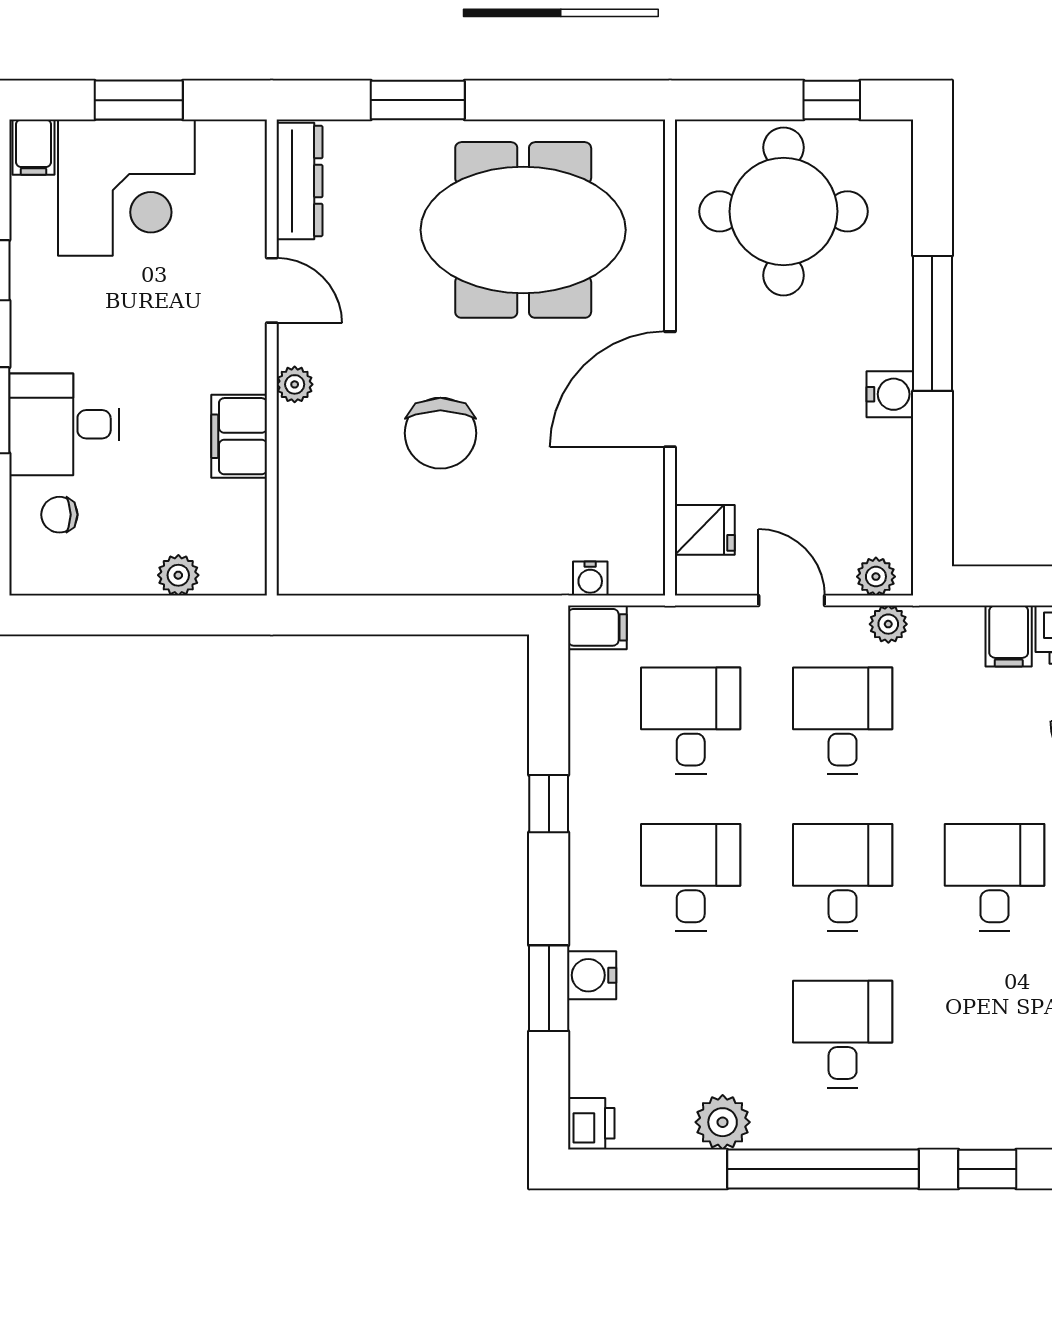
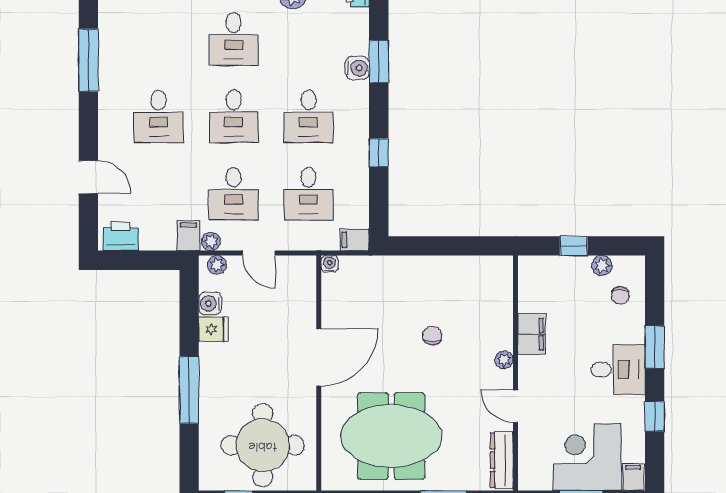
water cooler: (890, 394) -> (210, 303), moved
desk: (64, 424) -> (618, 370), moved
chair: (440, 433) -> (432, 336), width x0.54, depth x0.54
chair: (59, 515) -> (620, 295), turned 90
fridge: (705, 530) -> (213, 329), moved, turned 180
plant: (178, 575) -> (602, 266), moved
water cooler: (590, 578) -> (330, 264), moved
window: (154, 615) -> (574, 246), added
filing cabinet: (1009, 636) -> (188, 236), moved

